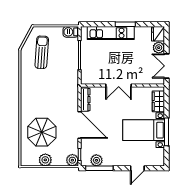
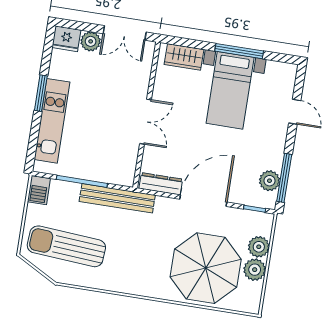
sun lounger: (42, 52) -> (66, 246), width x1.36, depth x1.34
bench: (73, 76) -> (117, 198), added
parasol: (42, 132) -> (206, 268), width x1.36, depth x1.36
plant: (72, 160) -> (259, 247), moved

